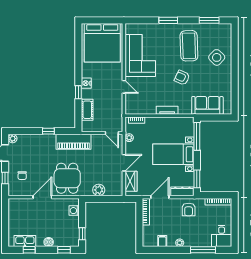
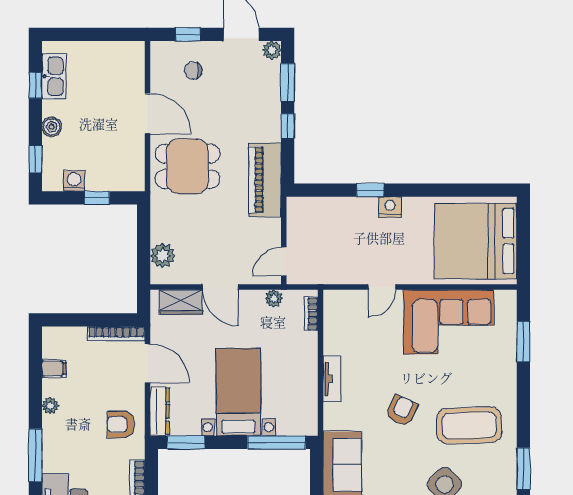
window: (168, 20) -> (523, 342), moved
cot: (87, 110) -> (333, 209), removed
window: (28, 131) -> (288, 82), added
plant: (99, 190) -> (163, 256), moved
washing machine: (74, 211) -> (74, 181), moved
window: (82, 234) -> (97, 198), moved

